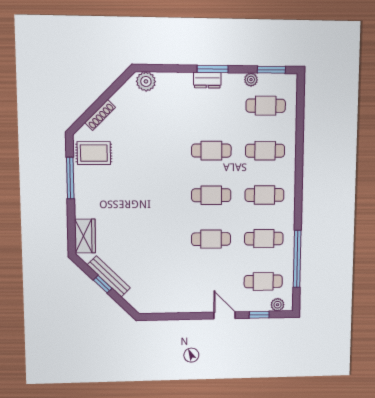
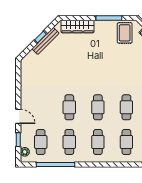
wardrobe: (85, 236) -> (77, 26), width x1.50
door: (225, 315) -> (18, 116), hinge flipped

